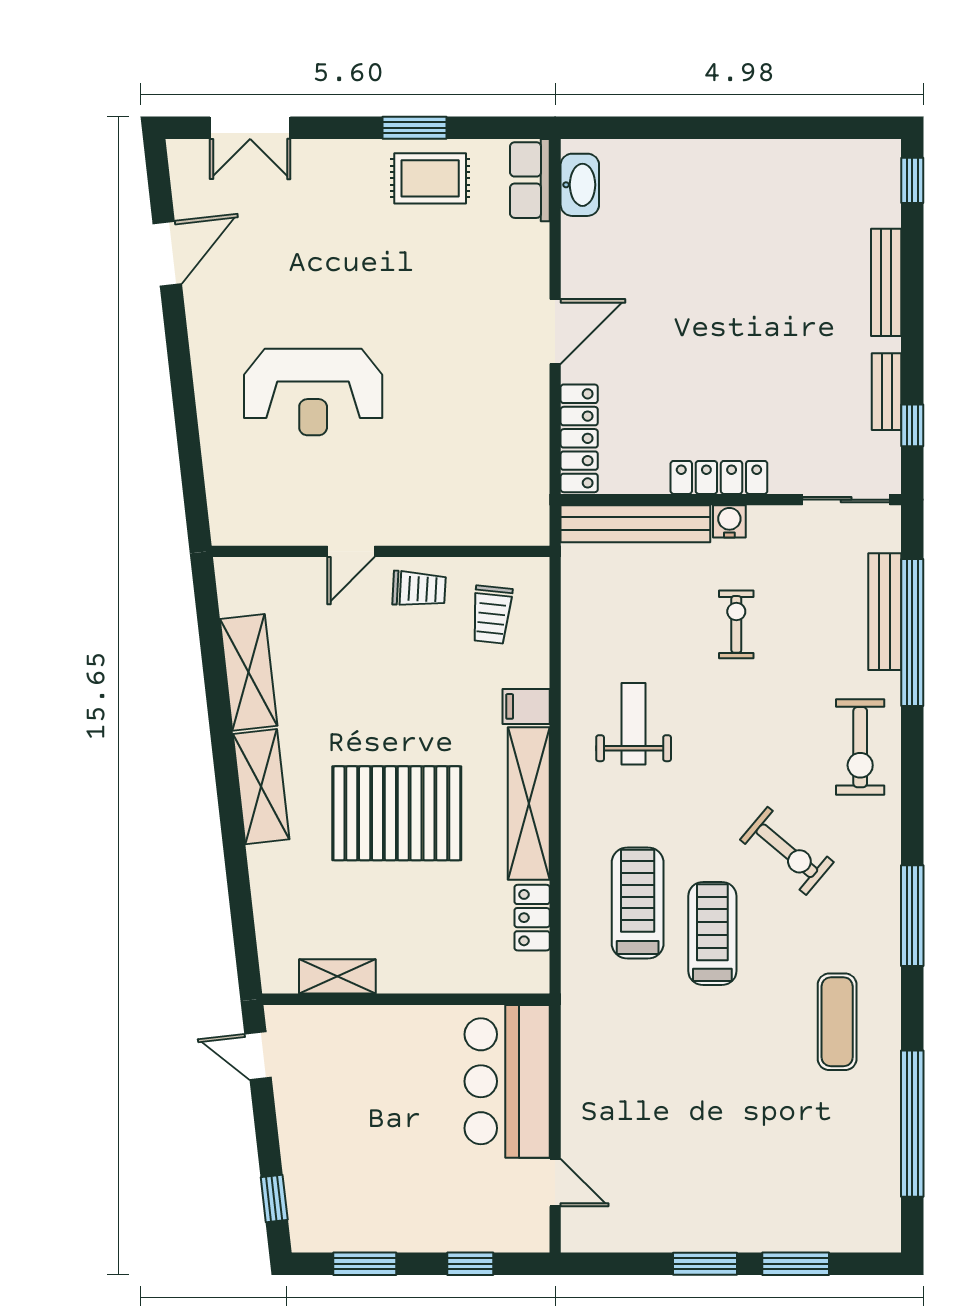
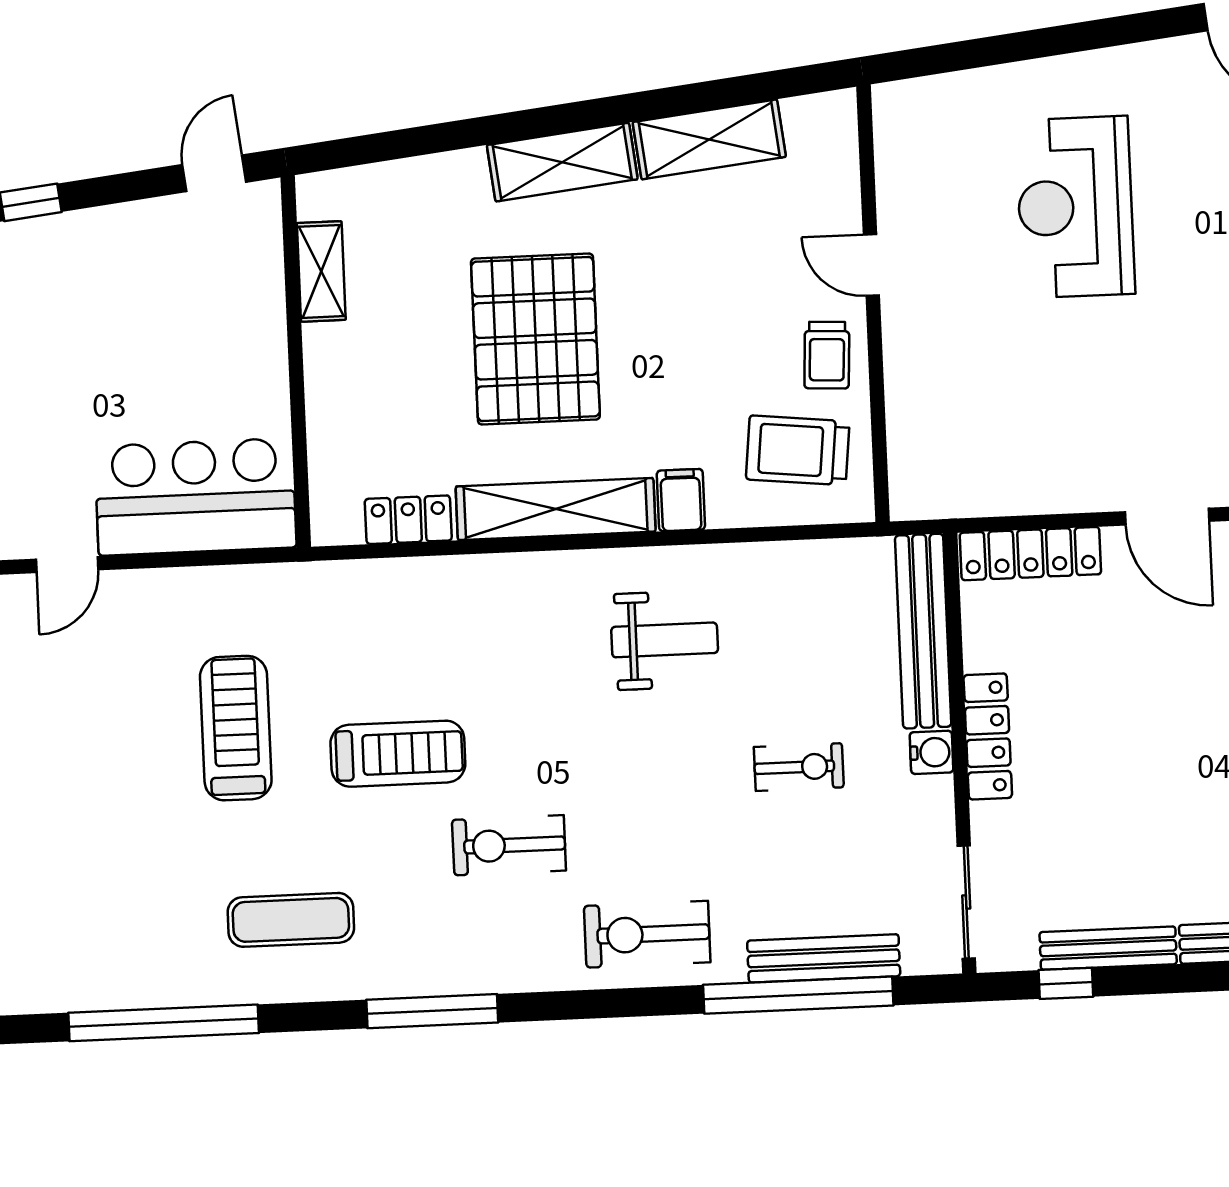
bench: (887, 392) -> (1108, 948), width x1.36
trolley: (492, 615) -> (798, 450), width x1.36, depth x1.39
exercise bike: (787, 851) -> (509, 845), turned 50
treadmill: (638, 903) -> (236, 728), moved, turned -90

